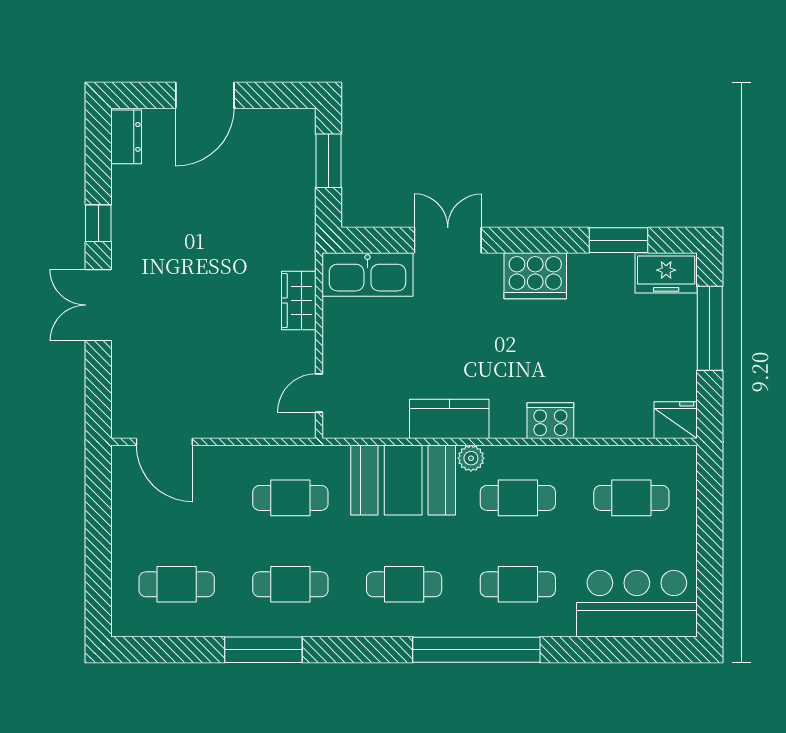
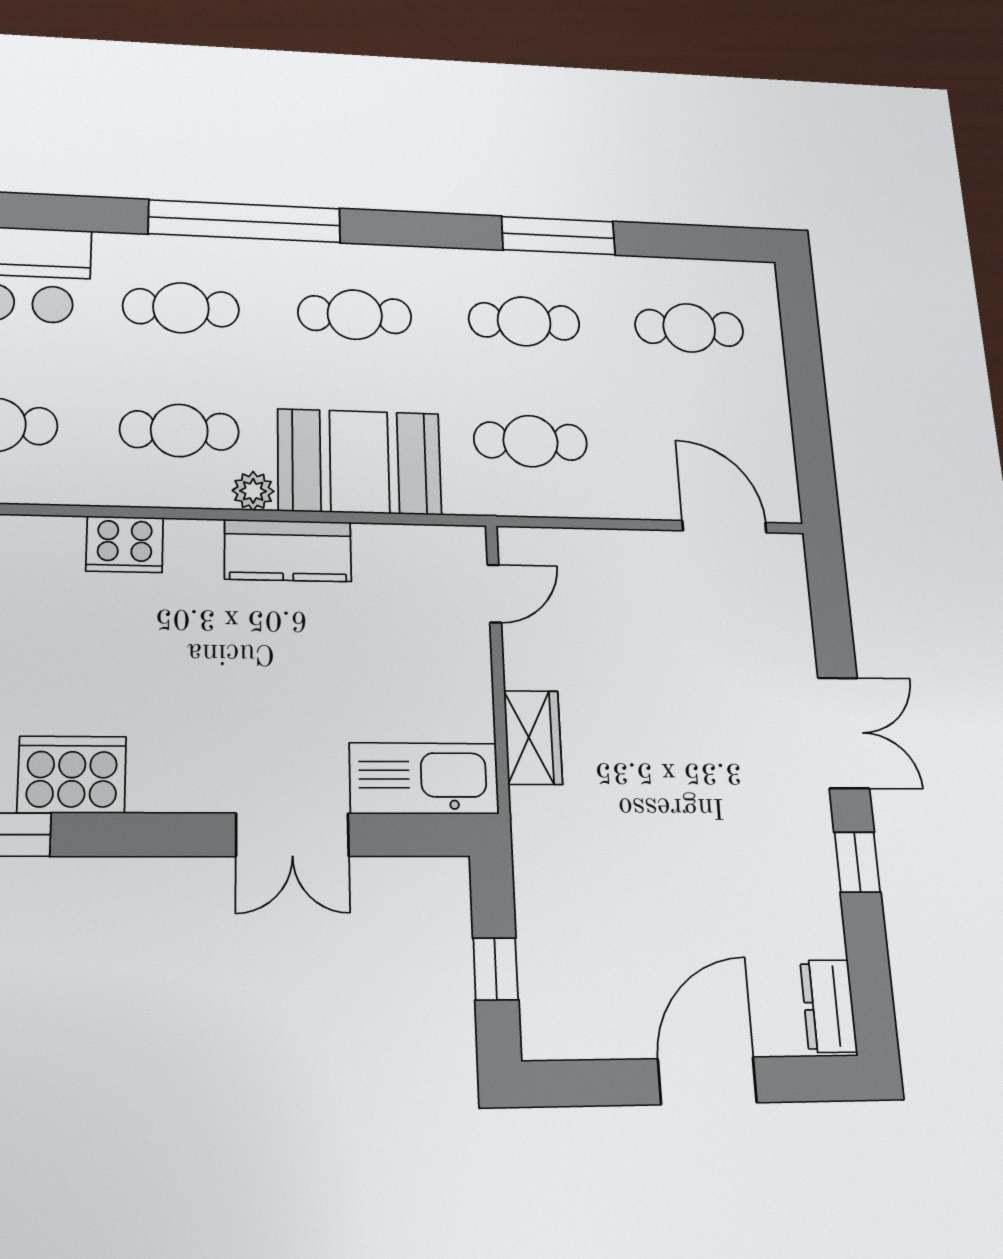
window: (328, 161) -> (496, 969), width x0.67
cooker: (535, 276) -> (72, 775), moved

